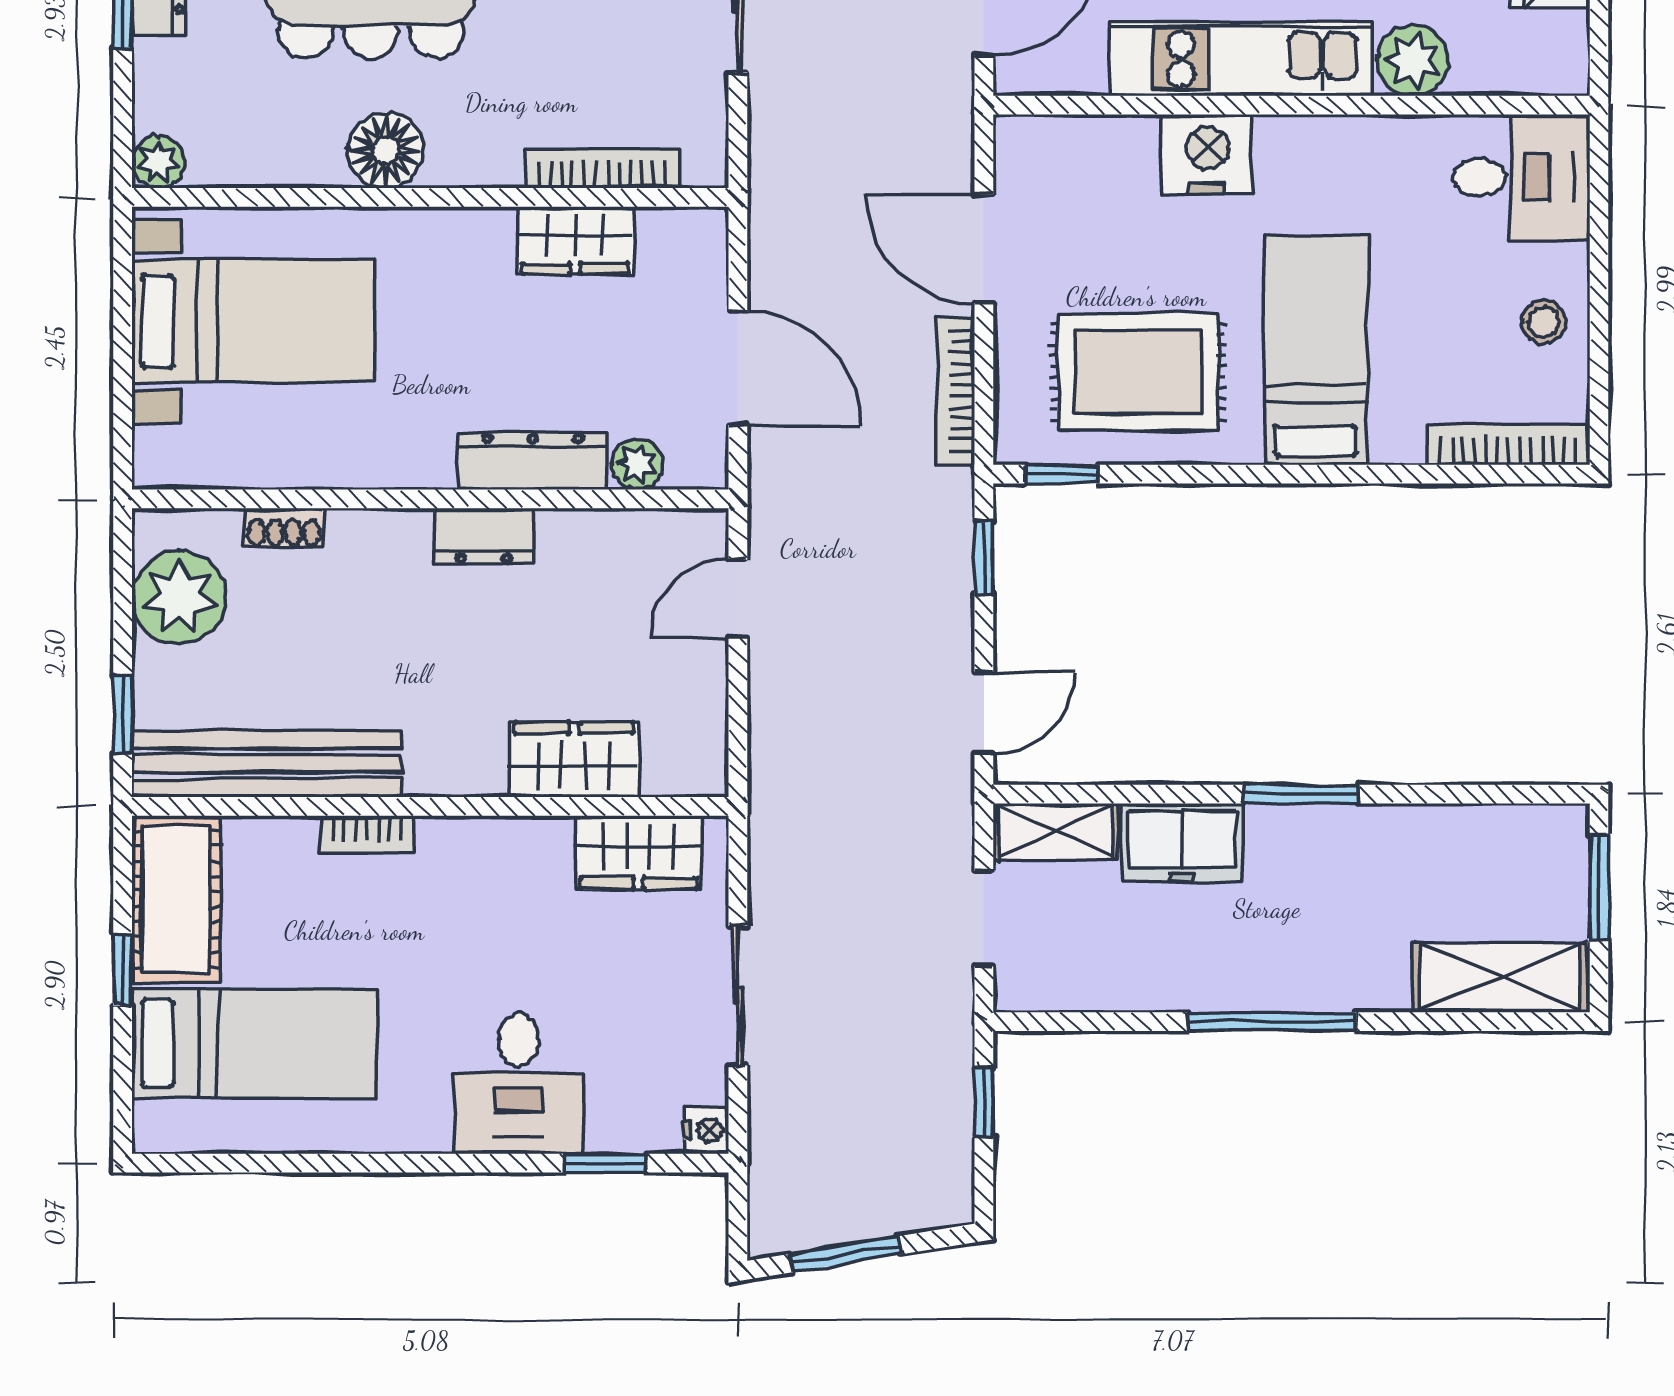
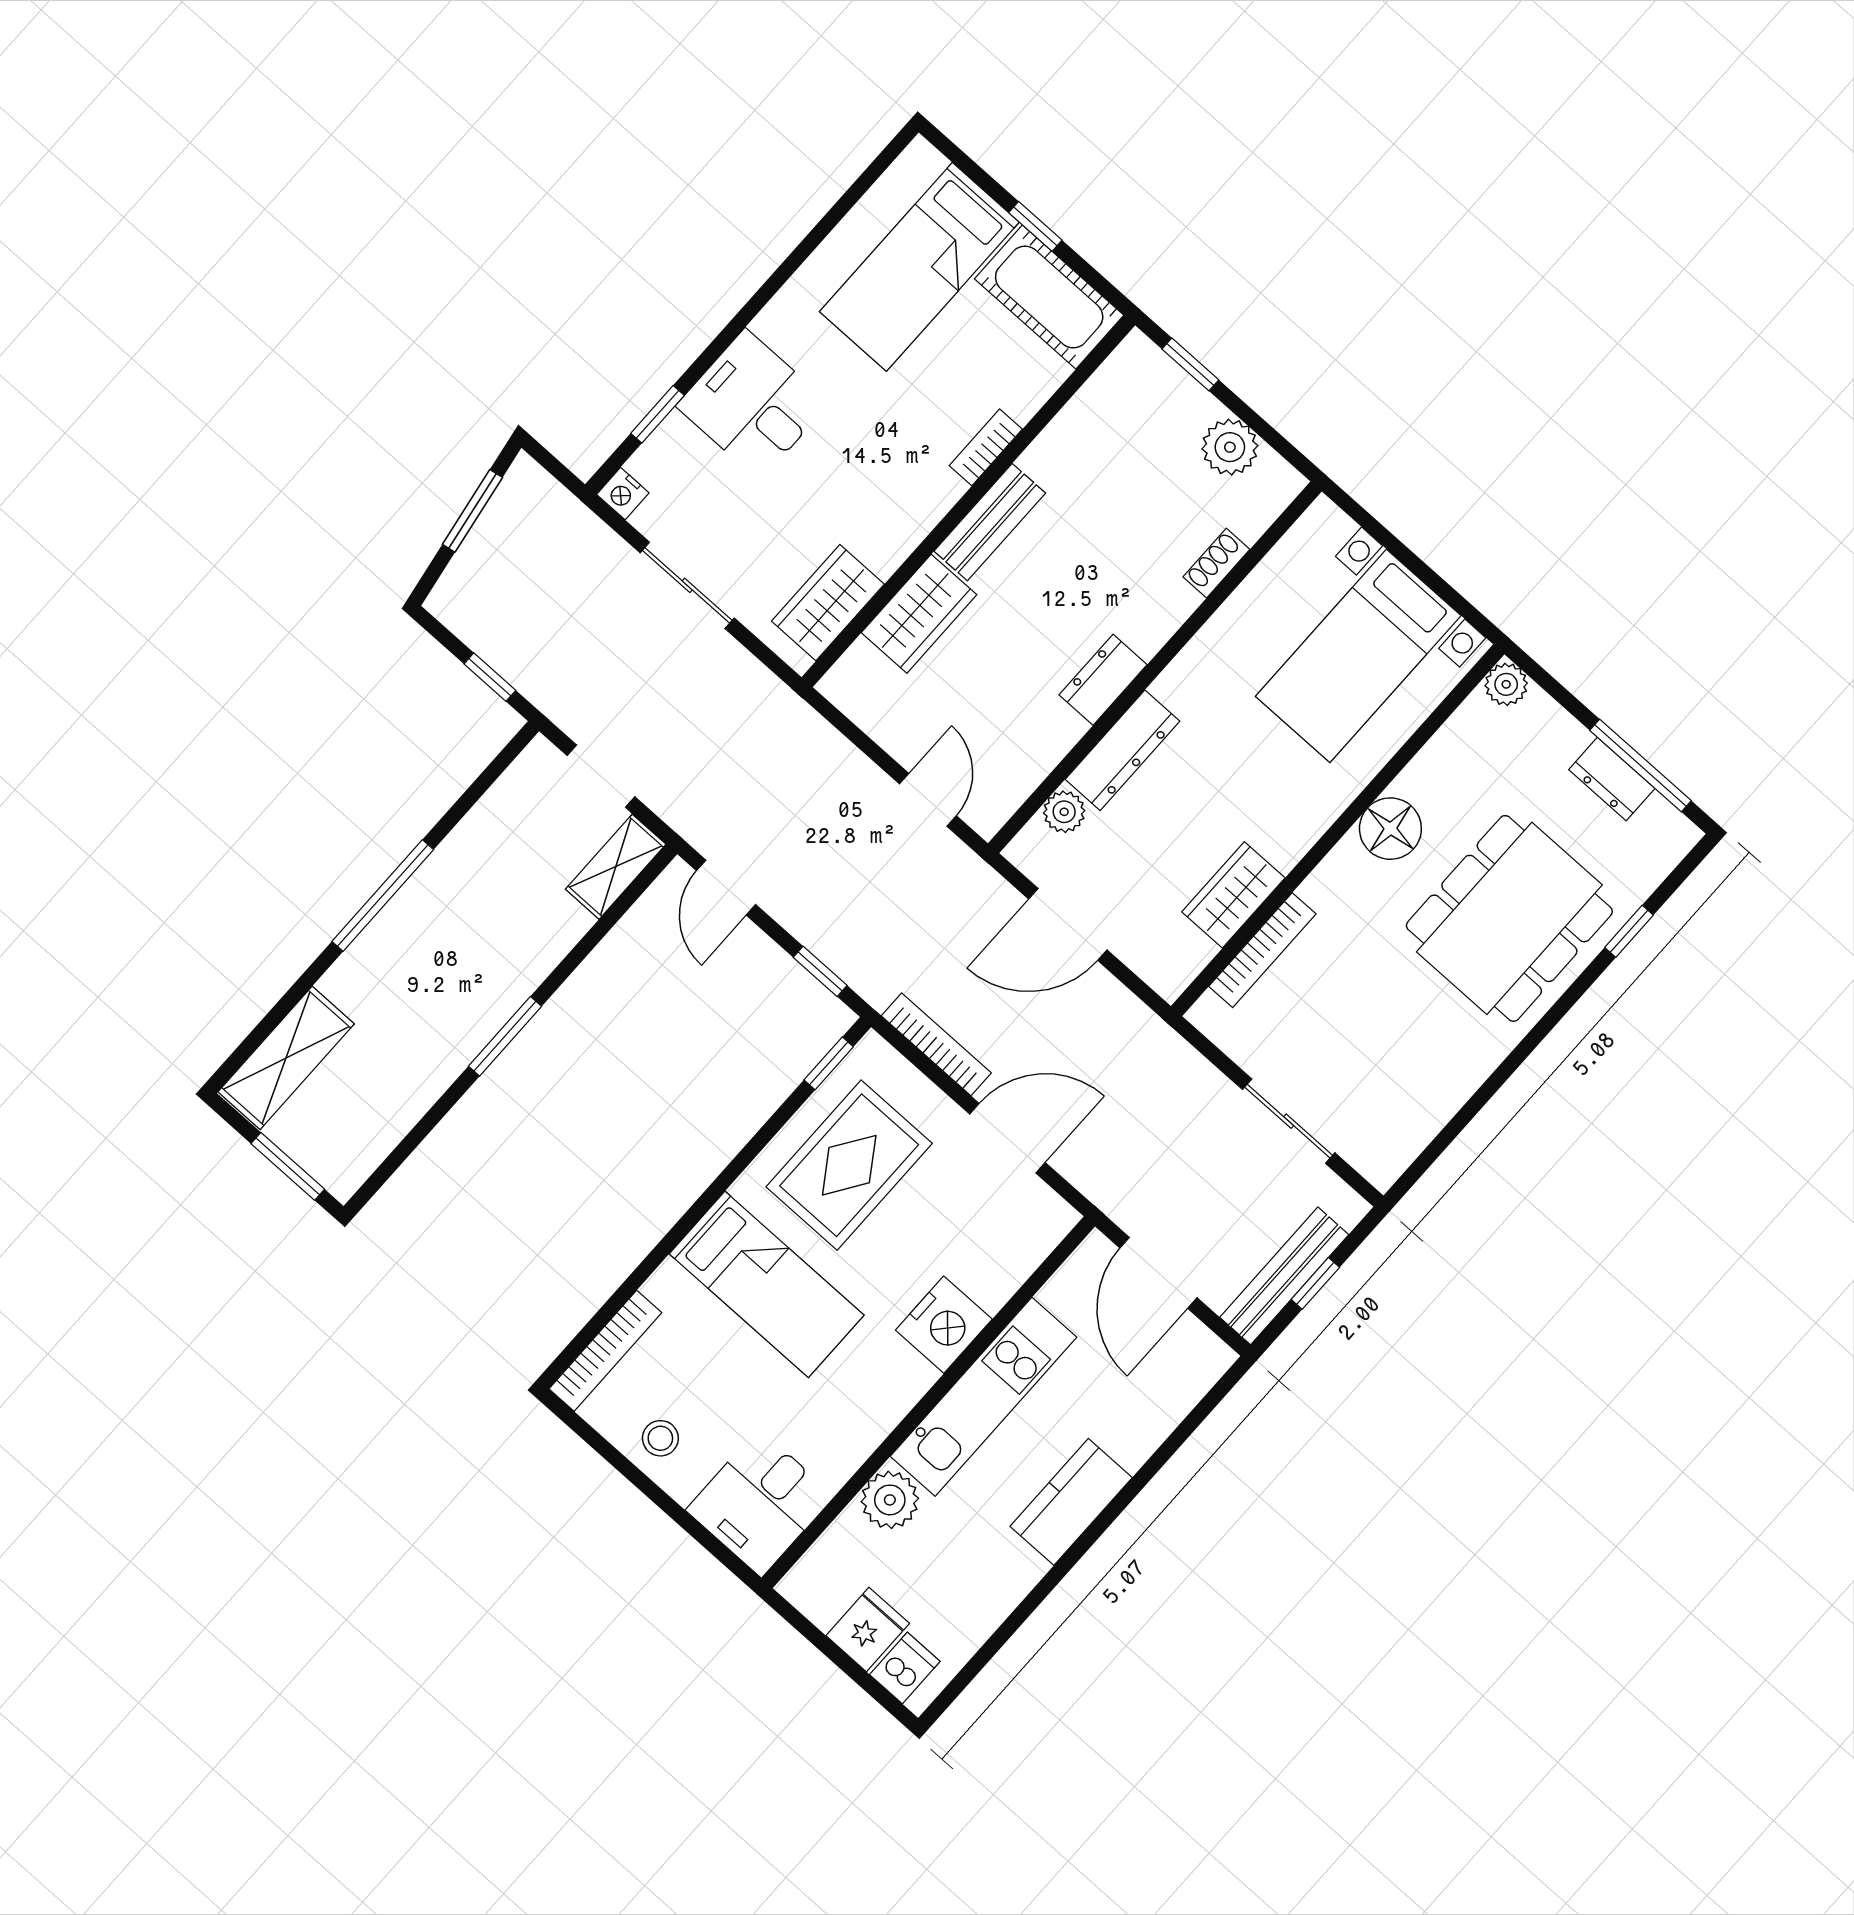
plant: (179, 598) -> (1230, 447), width x0.73, depth x0.73
bench: (267, 764) -> (990, 522), moved, width x0.54, depth x0.82
freezer: (1182, 843) -> (540, 938), removed

